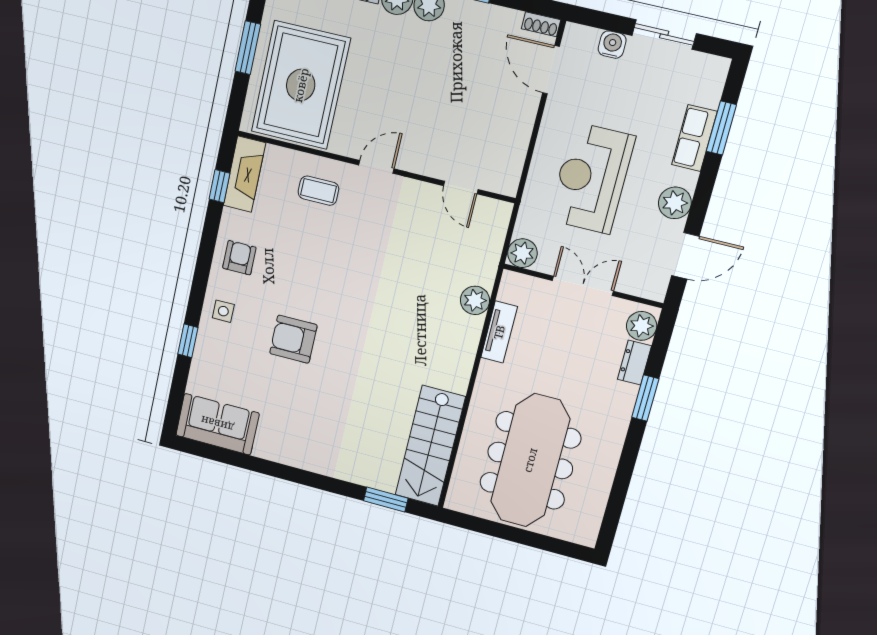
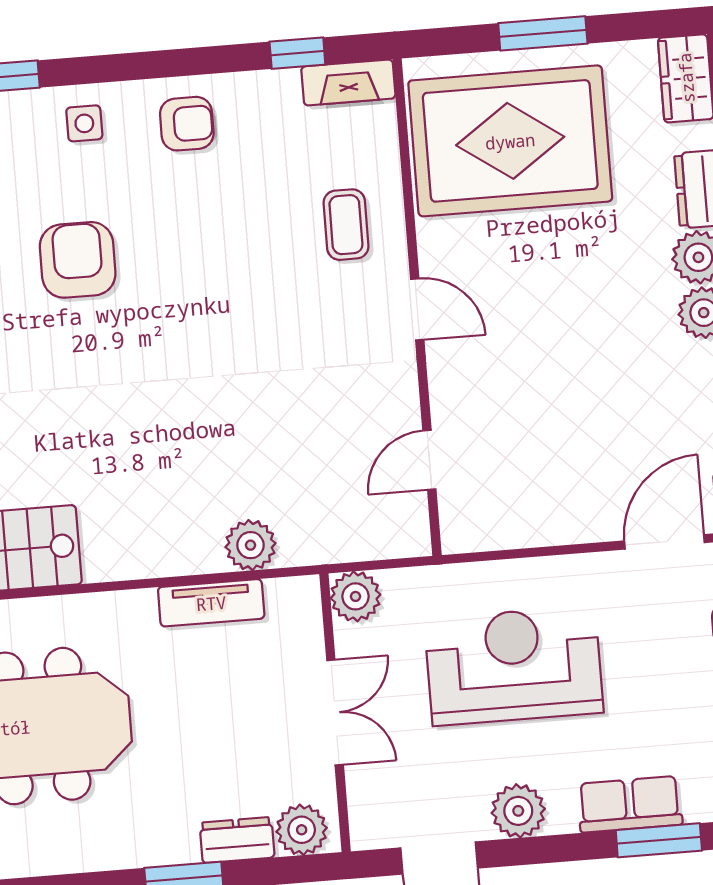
fireplace: (244, 174) -> (348, 82), width x0.73, depth x0.76

